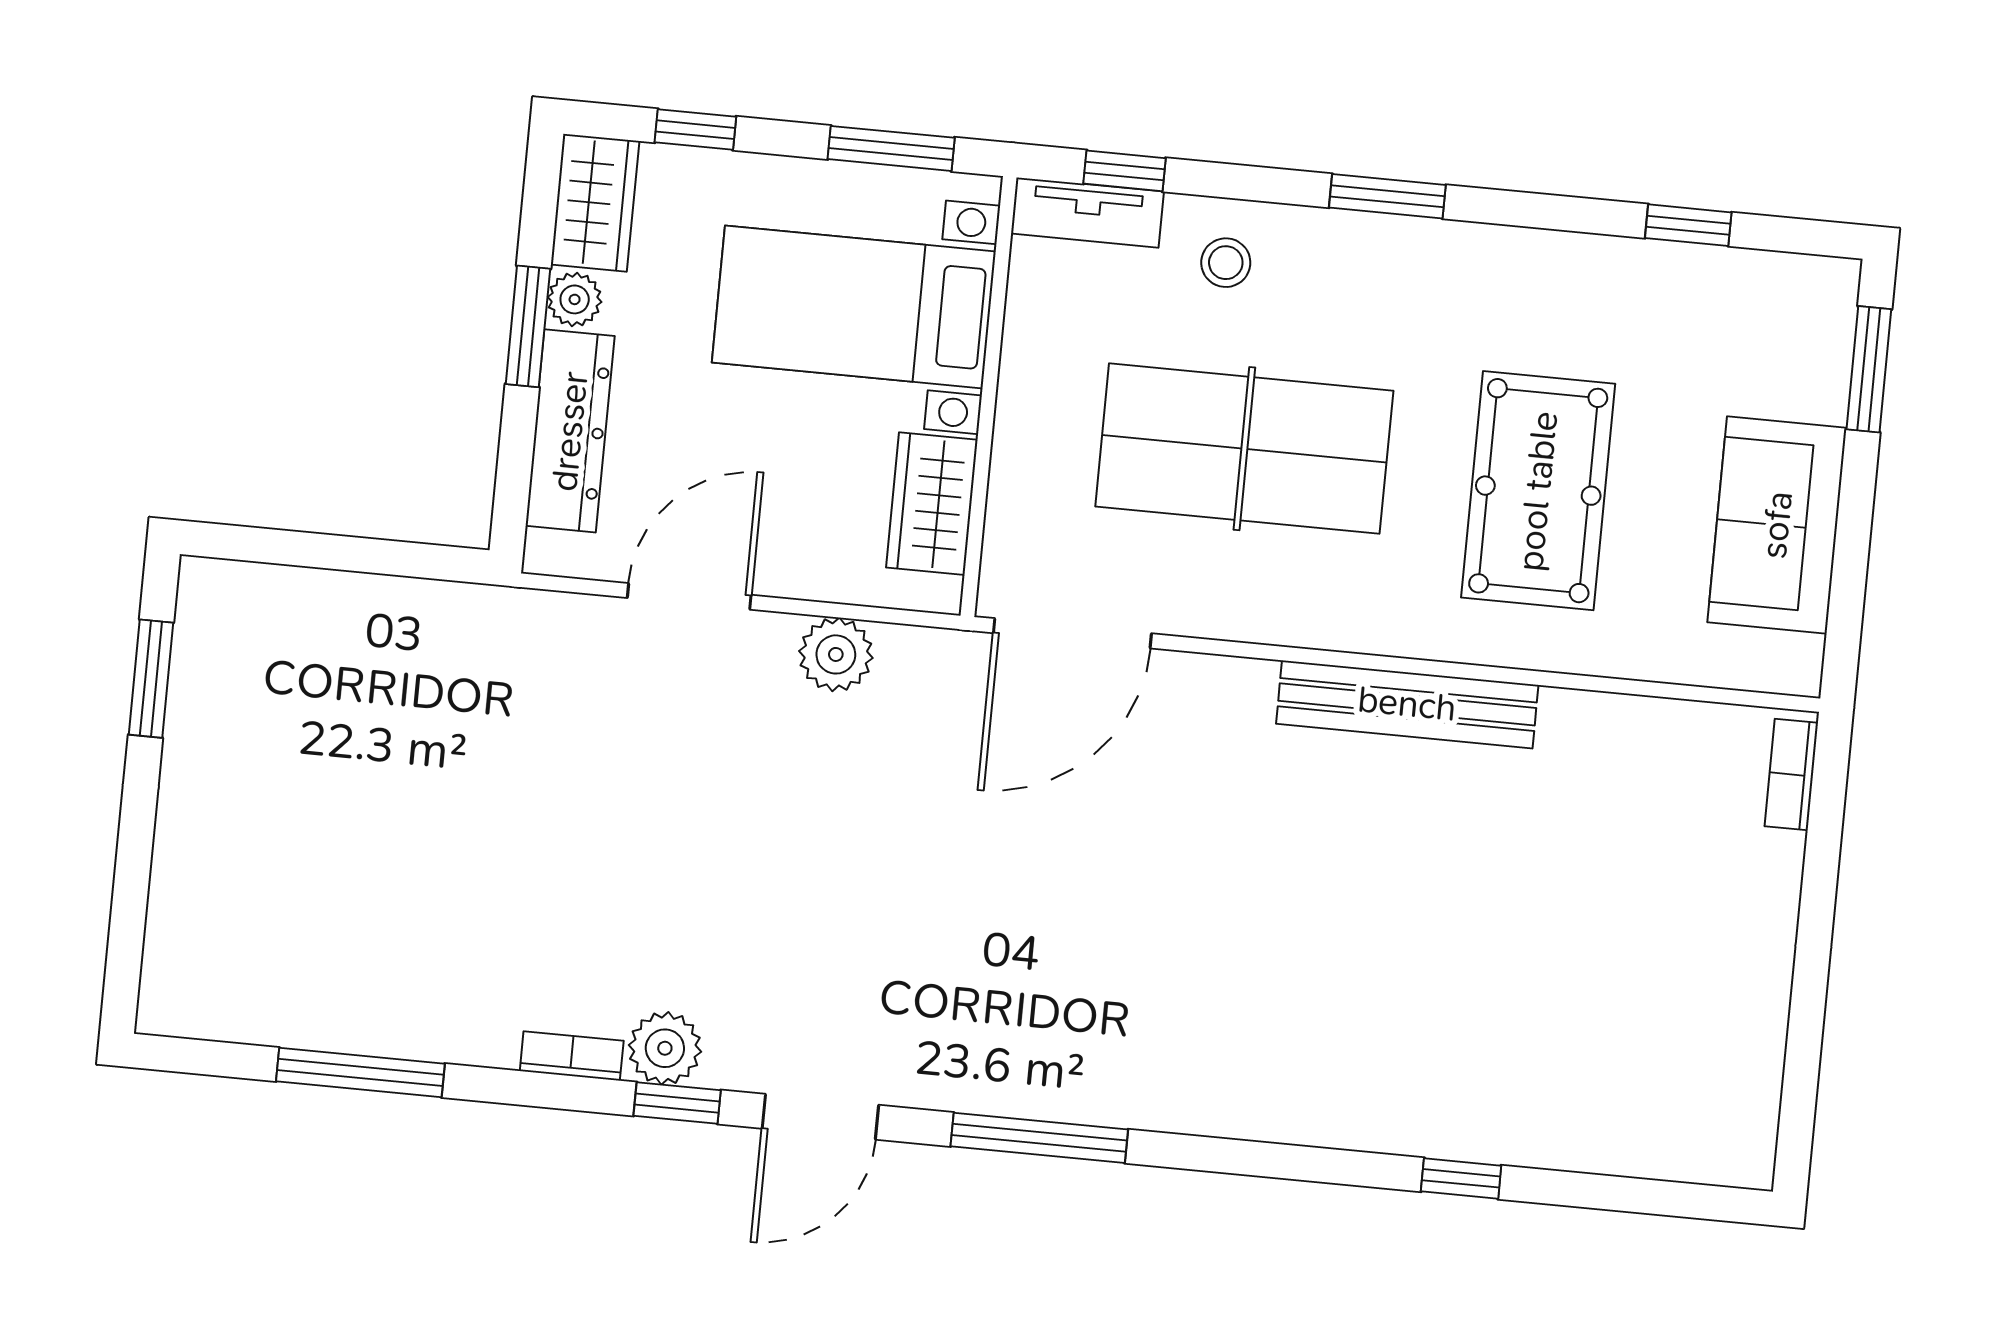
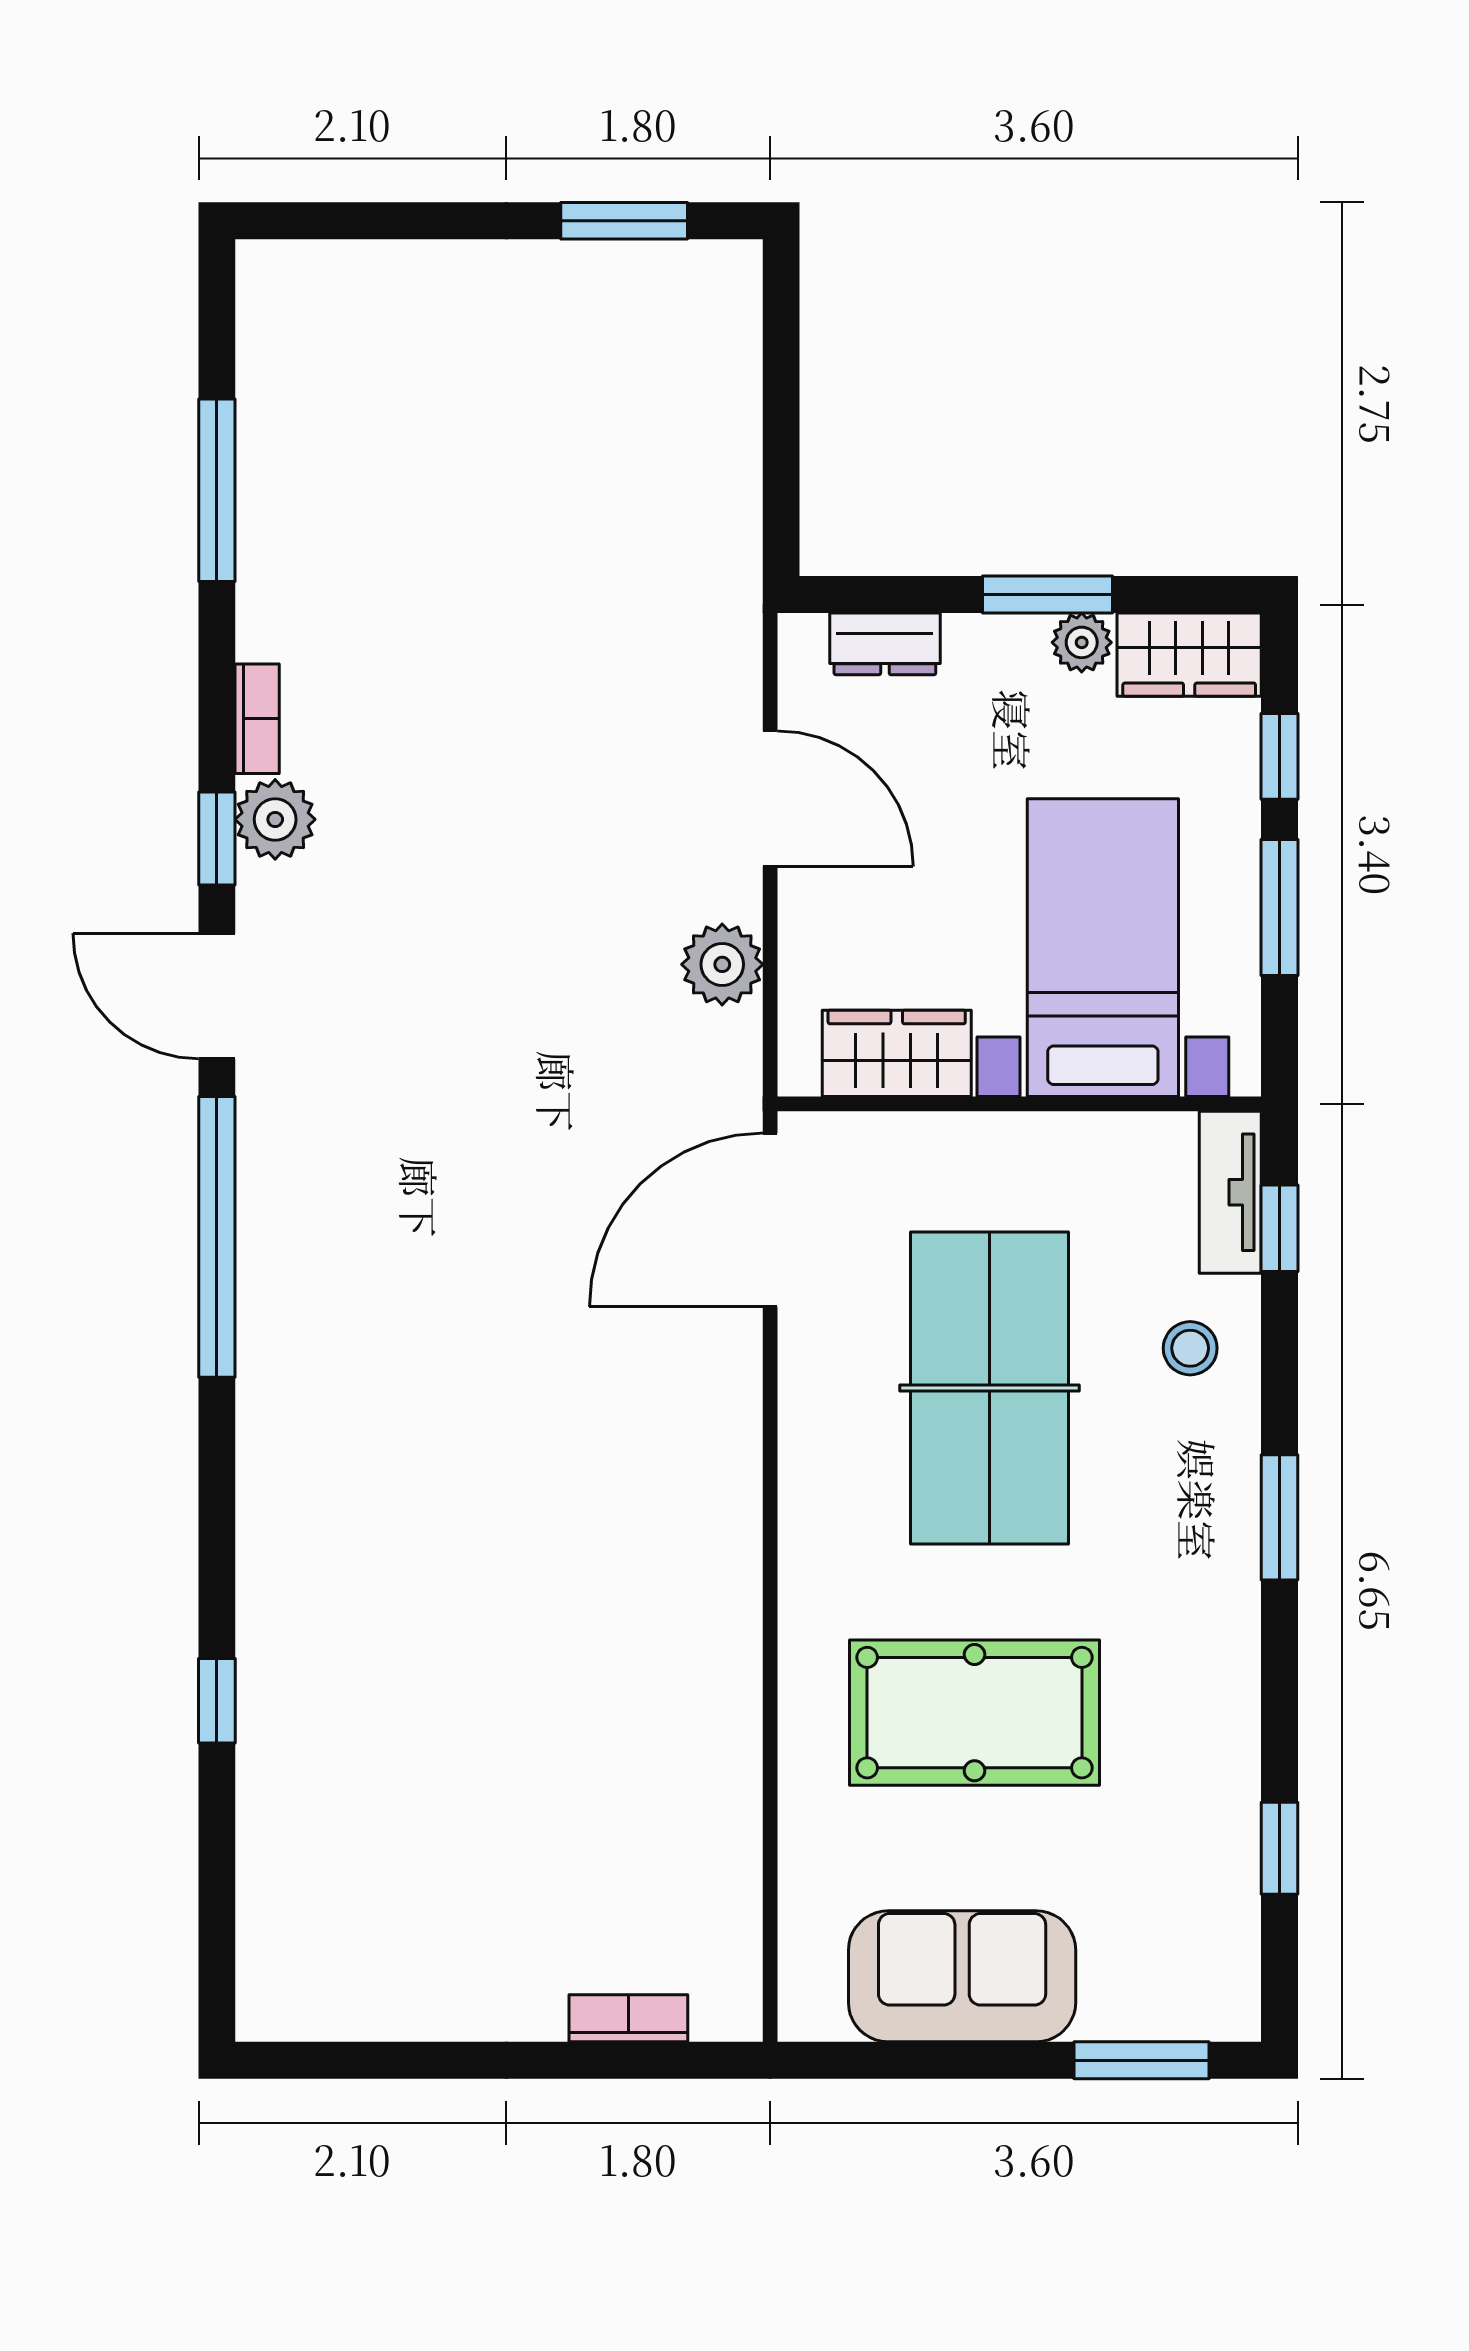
window: (891, 148) -> (1280, 908), moved
dresser: (570, 431) -> (885, 644), width x0.51, depth x0.80
door: (1072, 633) -> (770, 1220), hinge flipped
bench: (1407, 704) -> (728, 1592), removed
bookcase: (1791, 775) -> (628, 2018), moved
window: (1039, 1138) -> (217, 1237), width x1.46

